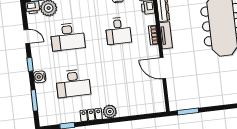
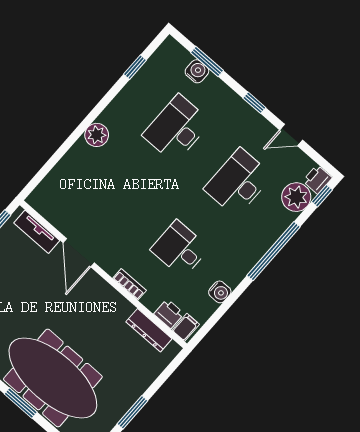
tv unit: (166, 35) -> (37, 232), moved
door: (163, 68) -> (79, 253), swing flipped
water cooler: (40, 77) -> (197, 71), moved
locker: (91, 115) -> (117, 109), removed

